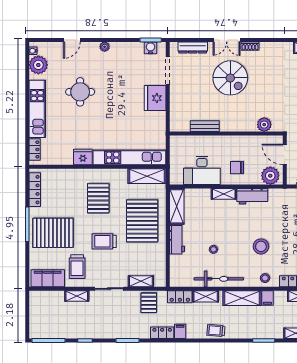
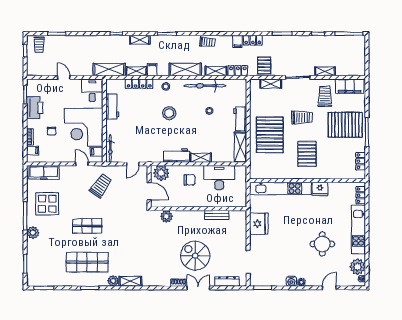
water cooler: (150, 48) -> (291, 281), moved
fridge: (155, 98) -> (259, 224), moved
shelving: (147, 176) -> (266, 173), removed
locker: (35, 190) -> (361, 161), width x0.66
filing cabinet: (267, 298) -> (152, 70), moved

